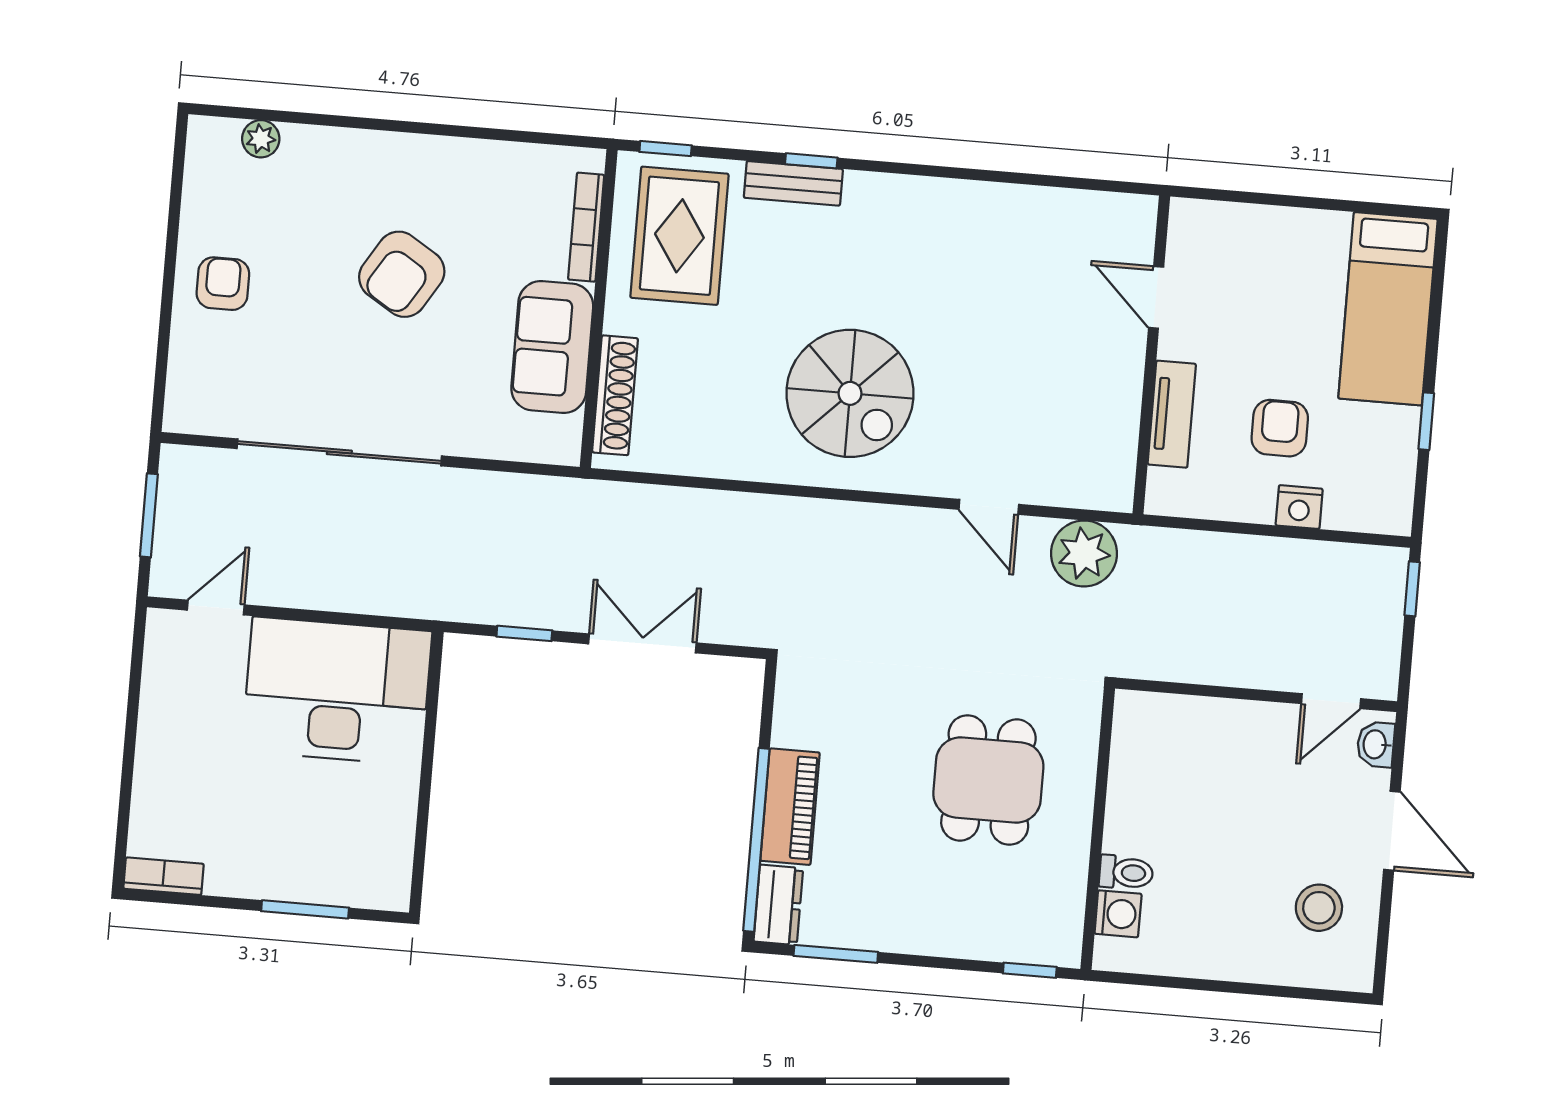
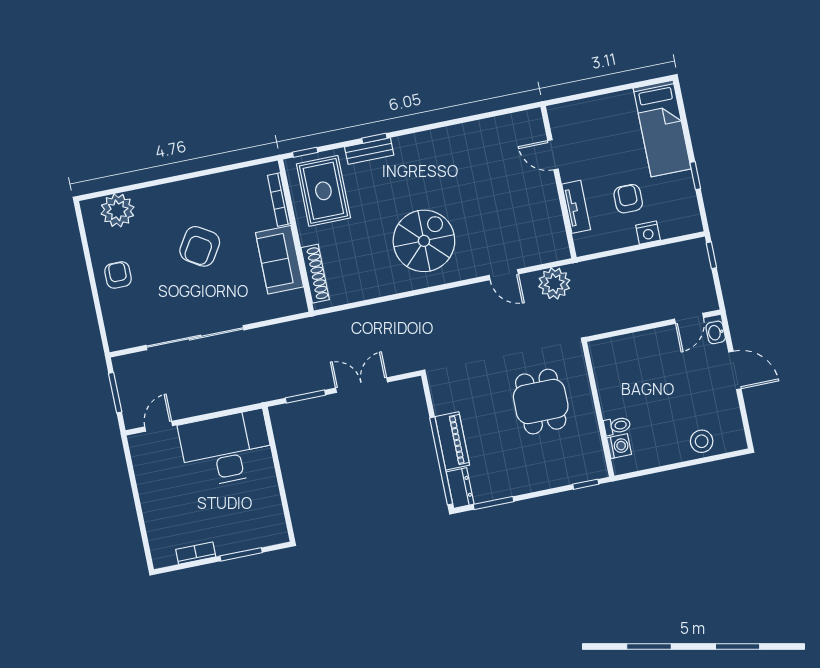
plant: (261, 139) -> (117, 210), width x1.87, depth x1.87
spiral stairs: (850, 393) -> (424, 241), turned -90
window: (524, 633) -> (305, 396), width x1.50
bookcase: (164, 876) -> (196, 553), moved
stool: (1319, 908) -> (702, 441), moved

